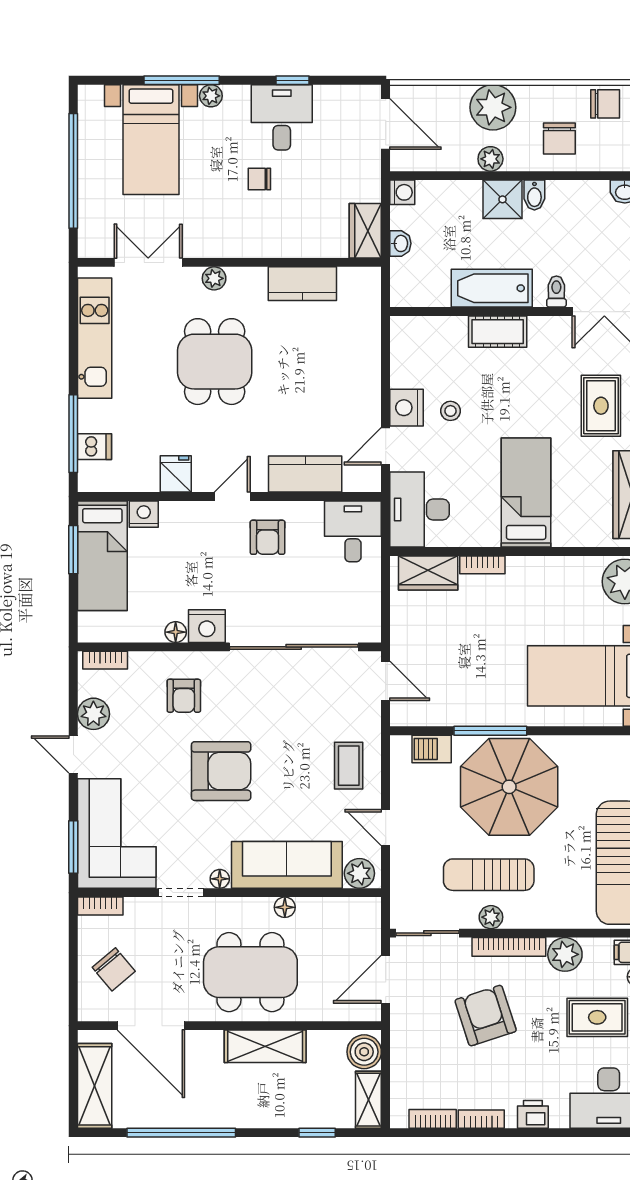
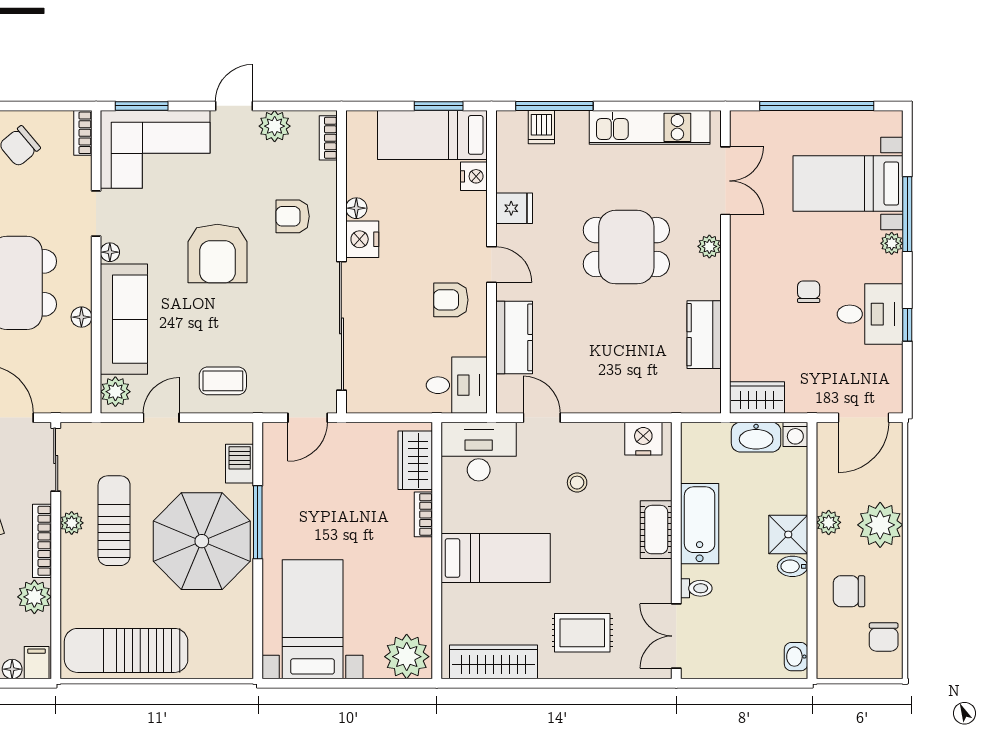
washbasin: (400, 243) -> (756, 437), width x1.91, depth x1.45
nightstand: (406, 408) -> (643, 439), moved

